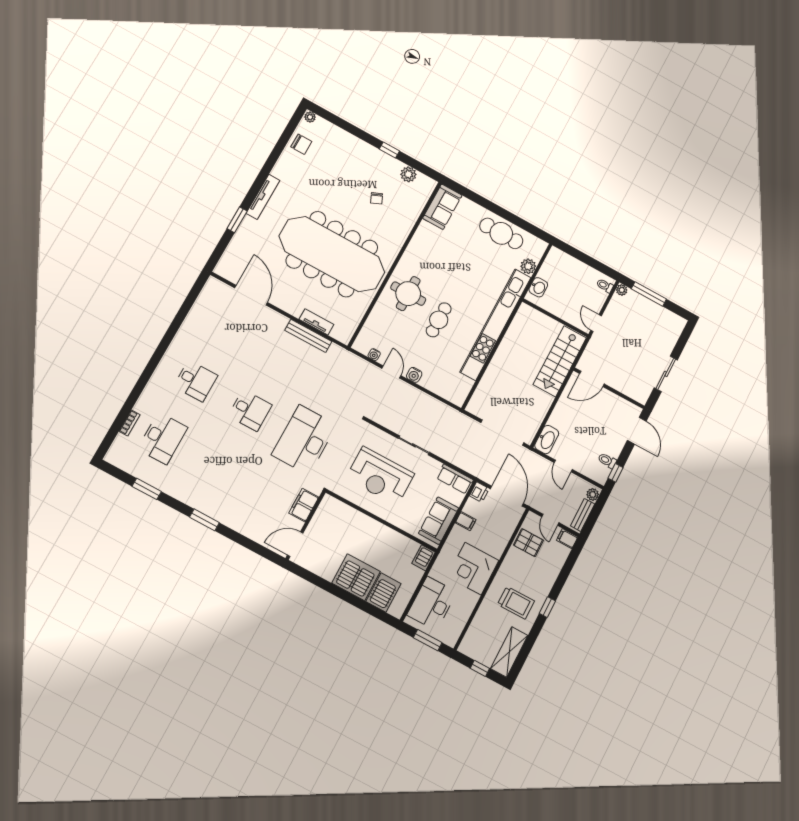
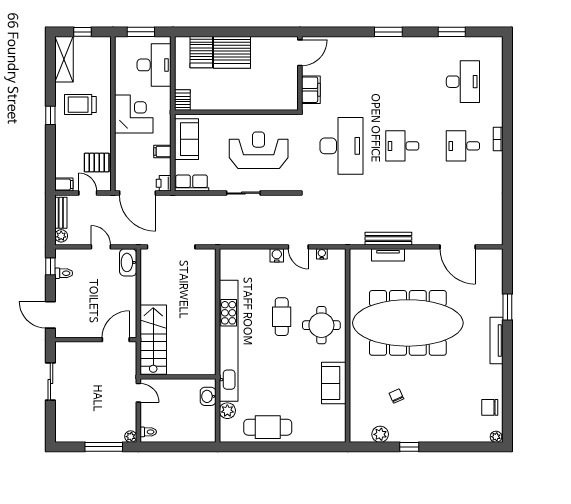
sofa: (442, 207) -> (334, 383), moved
bookcase: (129, 423) -> (498, 139), moved
desk: (162, 438) -> (463, 82), turned 180

